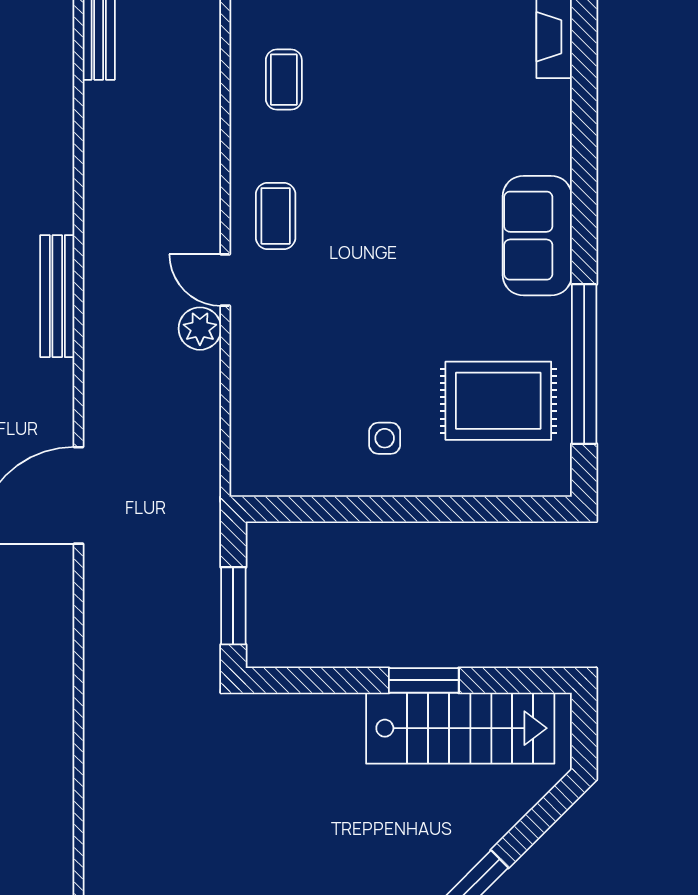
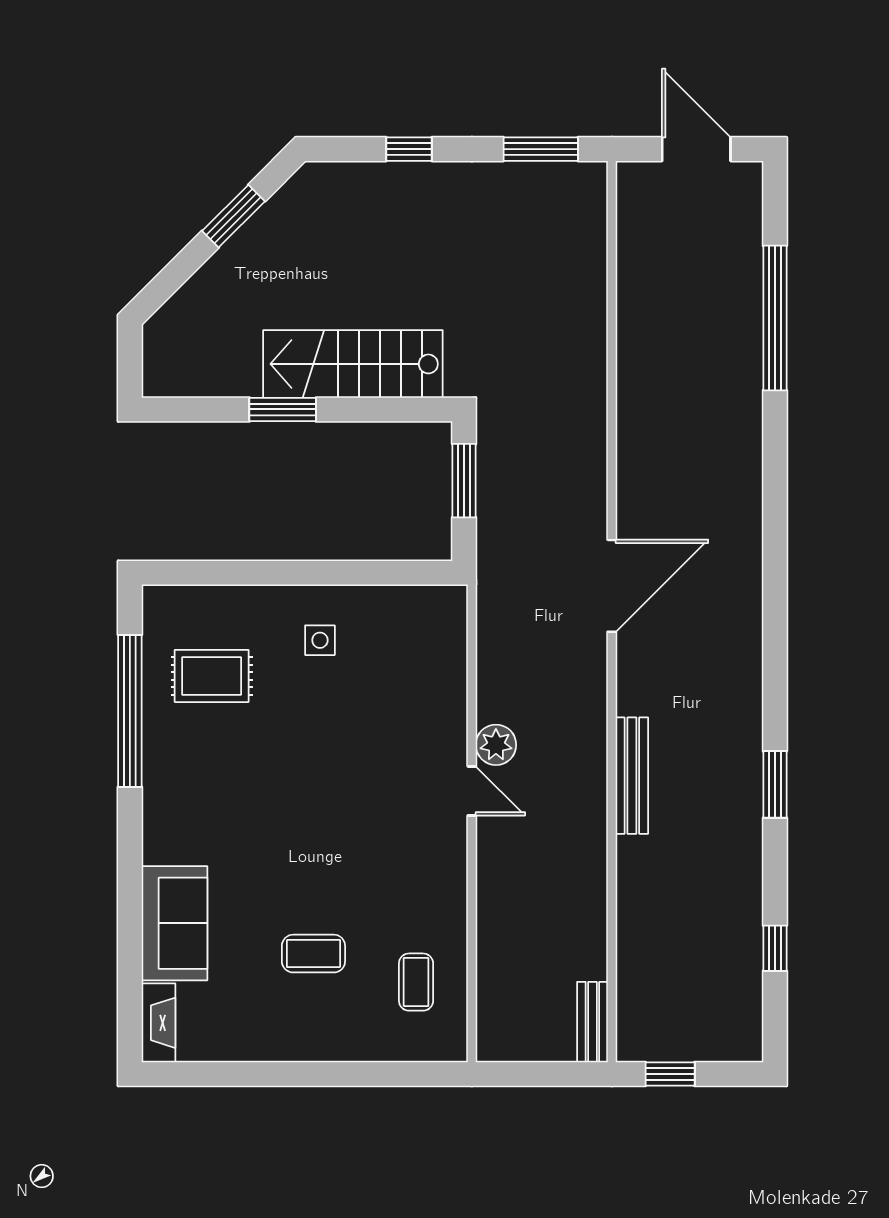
coffee table: (276, 216) -> (313, 954), moved, turned 90
sofa: (537, 236) -> (174, 923), moved
rug: (498, 401) -> (212, 676), width x0.73, depth x0.70
stairs: (460, 728) -> (353, 364), moved

